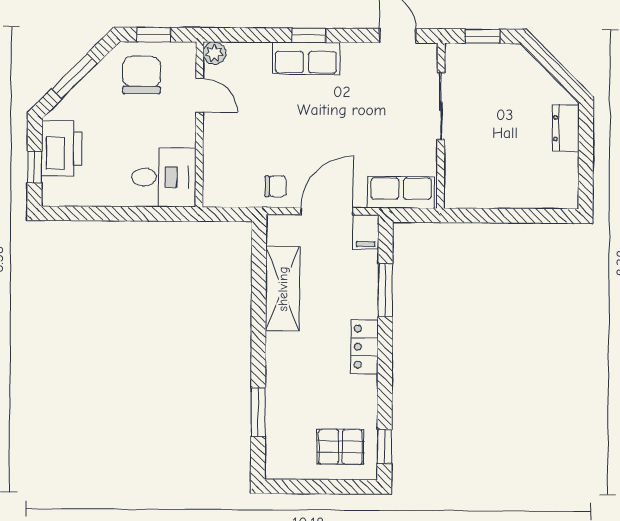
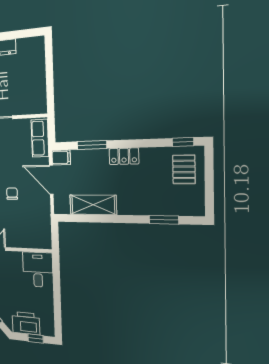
chair: (276, 186) -> (12, 194), moved

